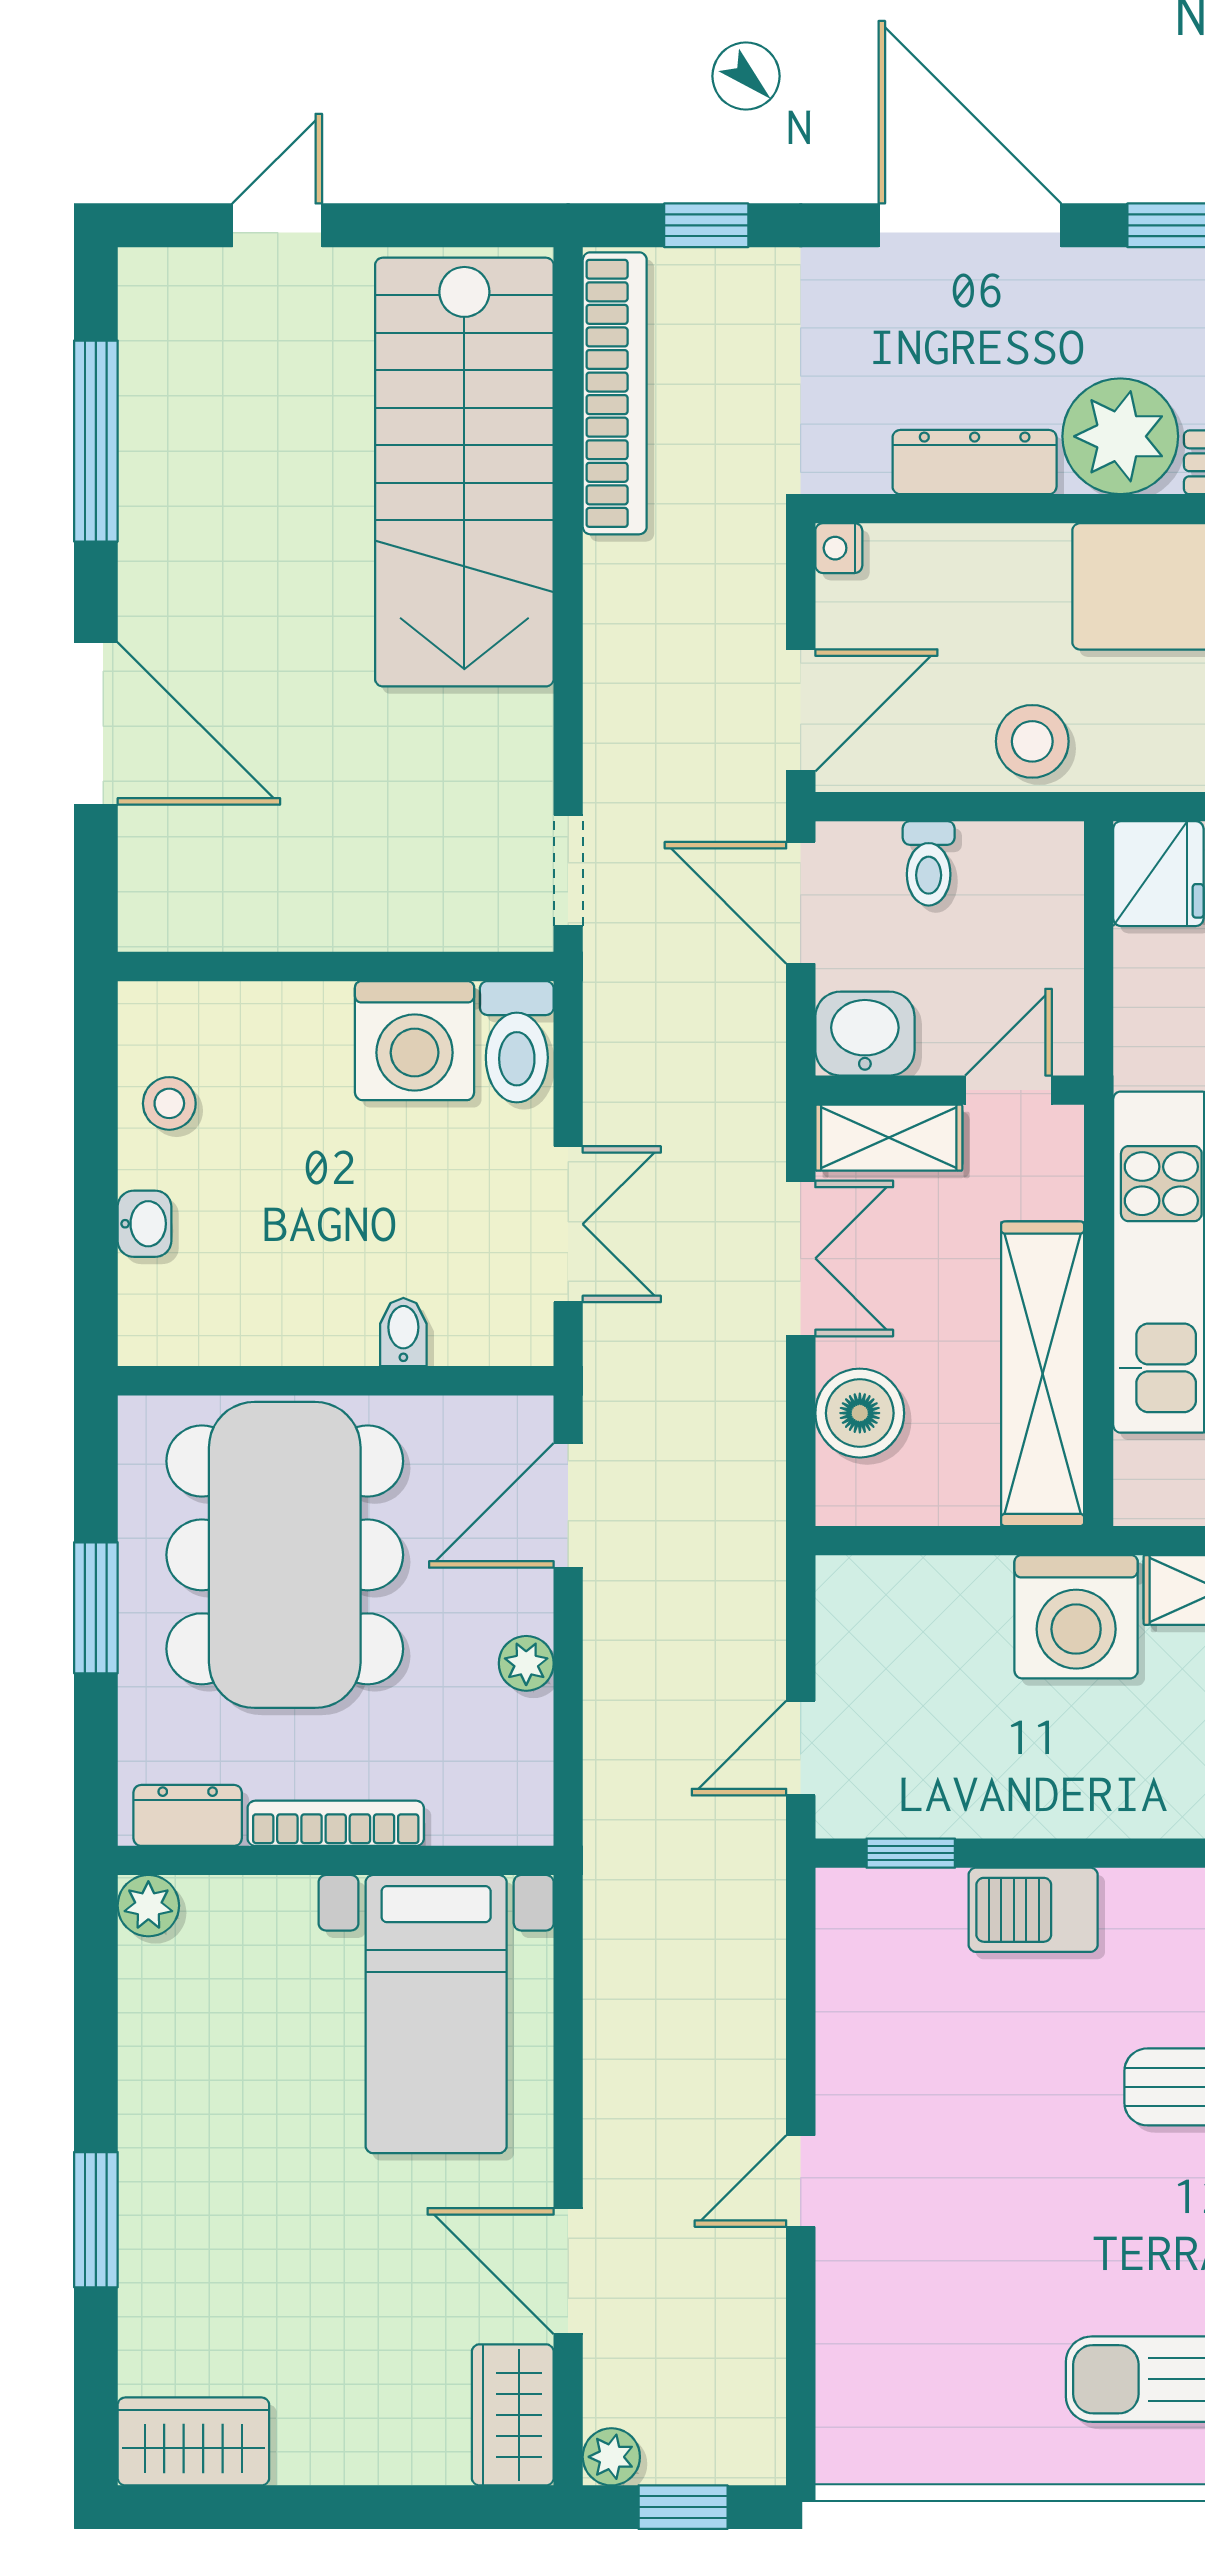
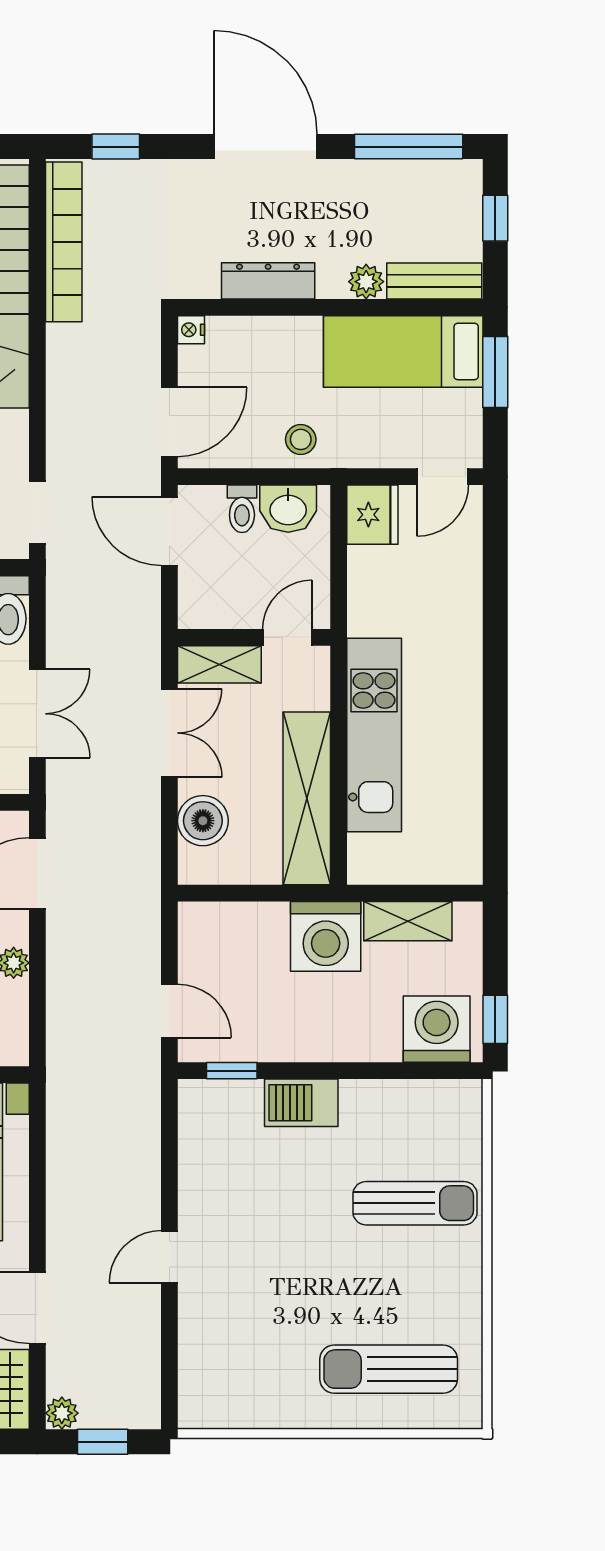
plant: (1120, 436) -> (366, 282), width x0.53, depth x0.53
stool: (1032, 741) -> (301, 439), width x0.73, depth x0.73
washbasin: (865, 1034) -> (288, 509), moved, turned 180
door: (801, 1748) -> (169, 1011), swing flipped

